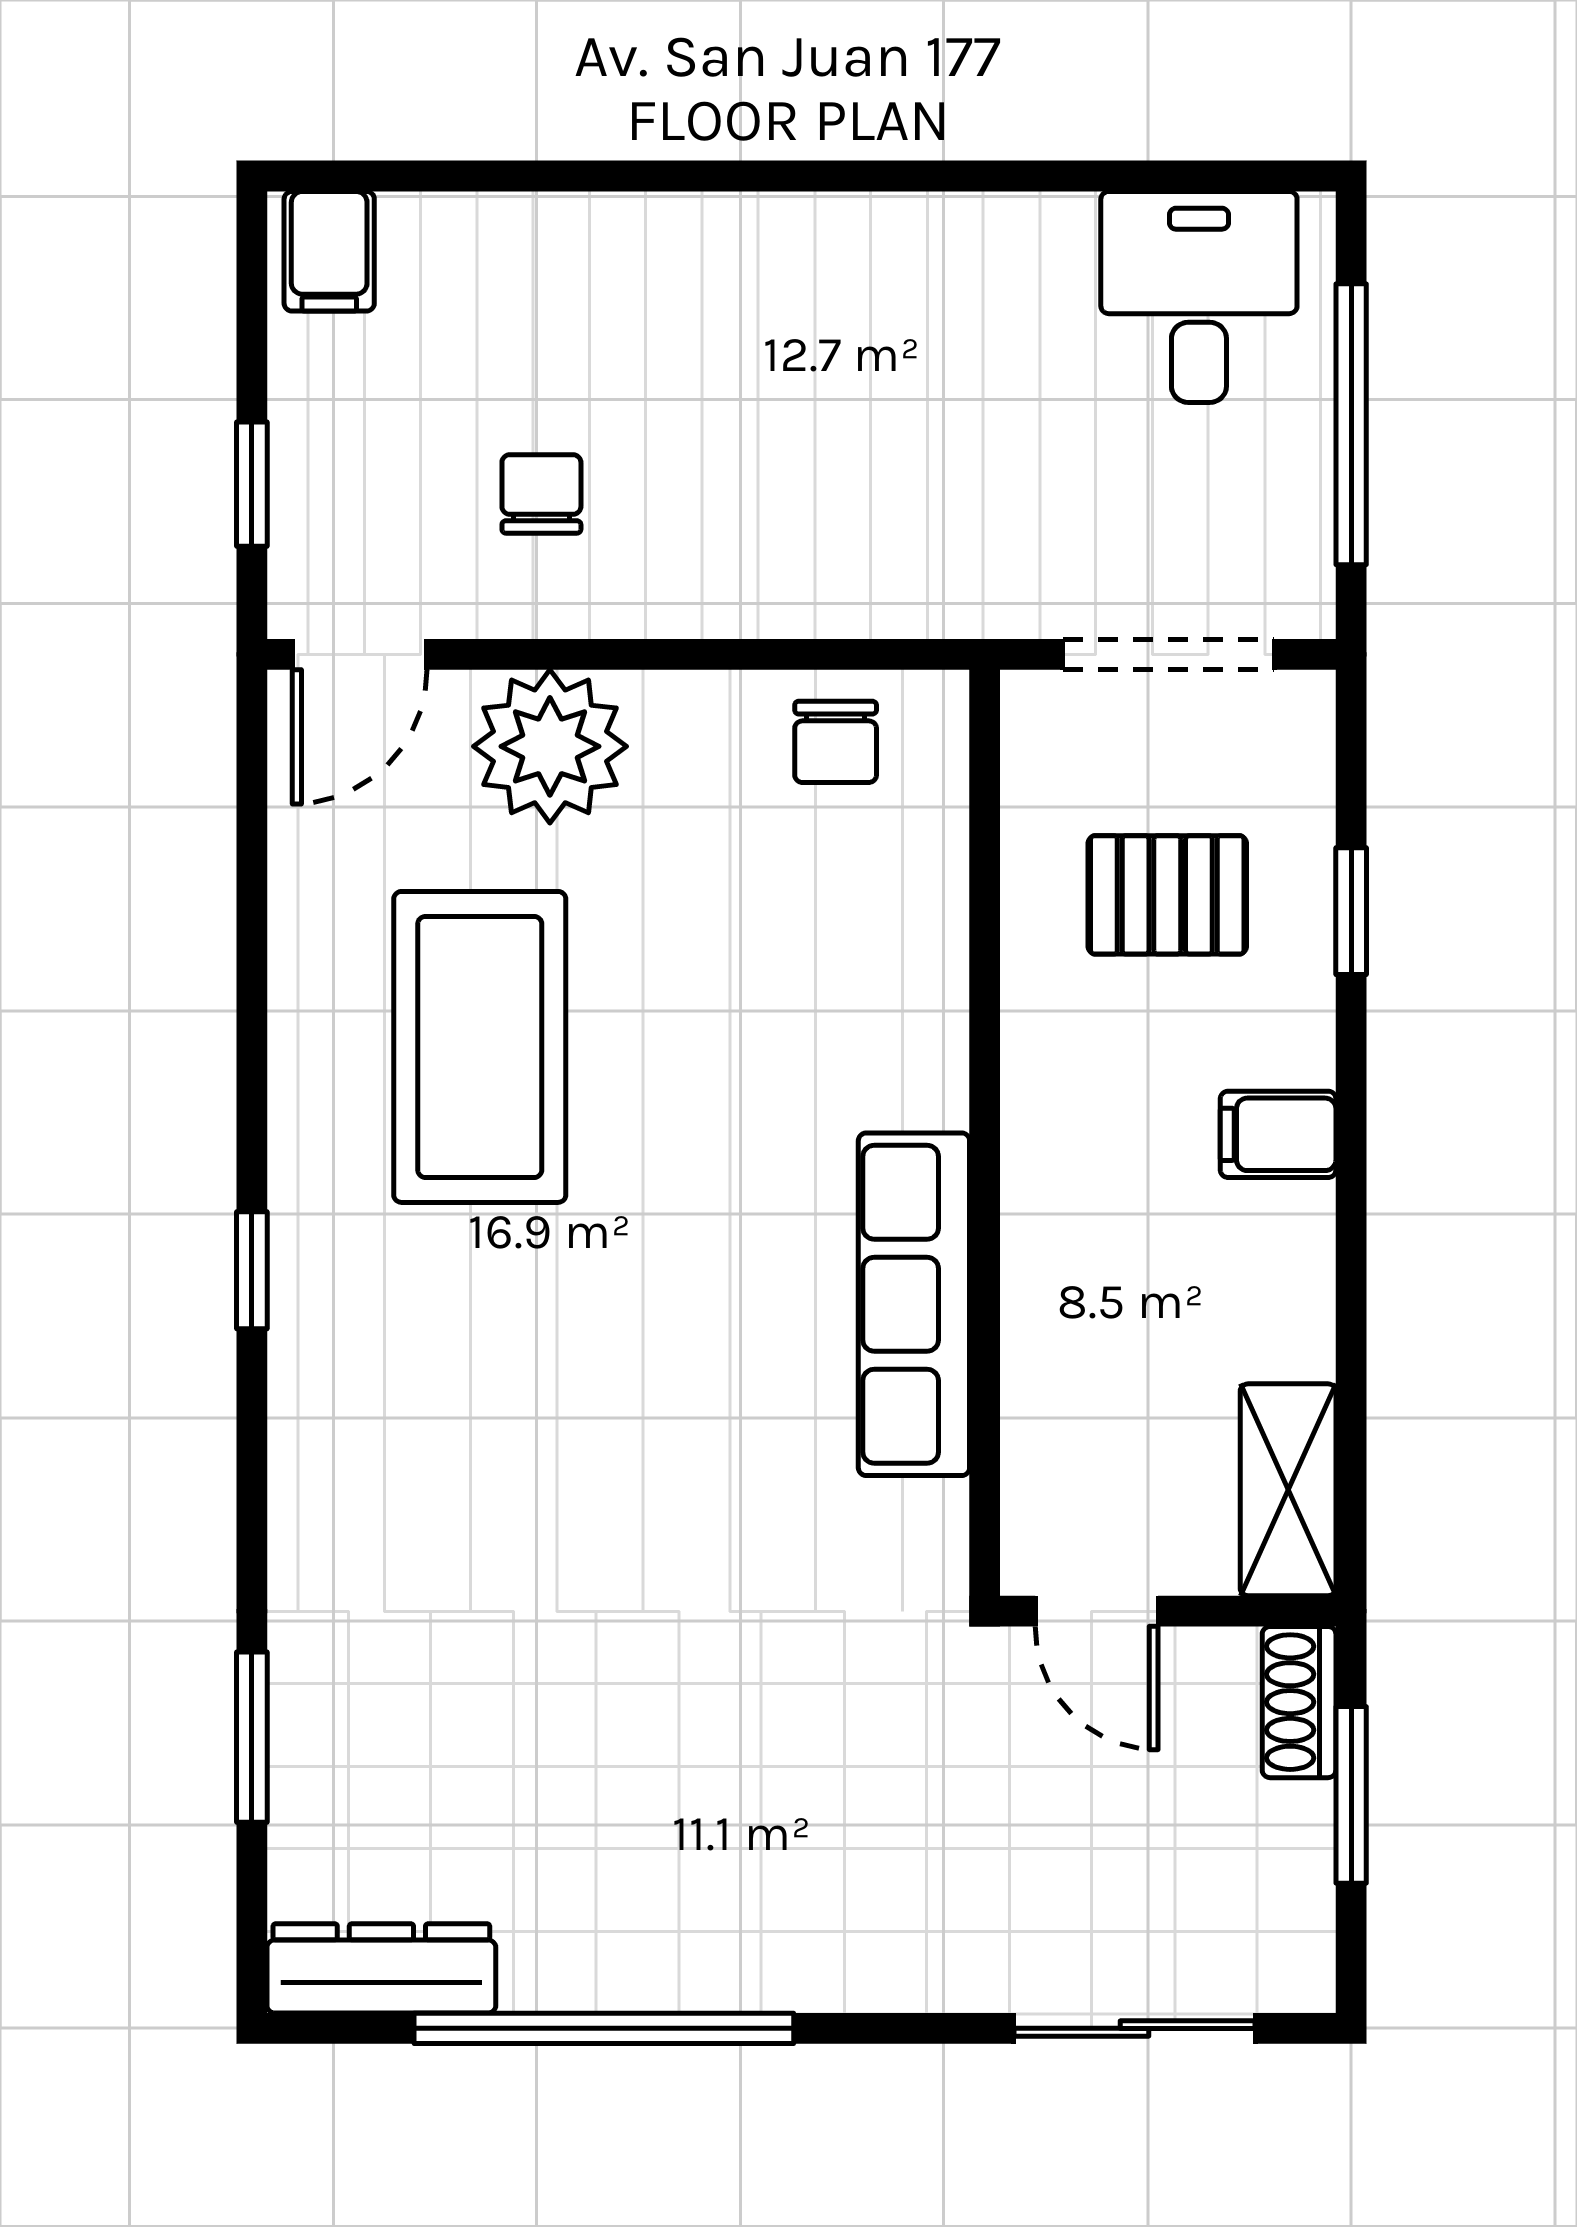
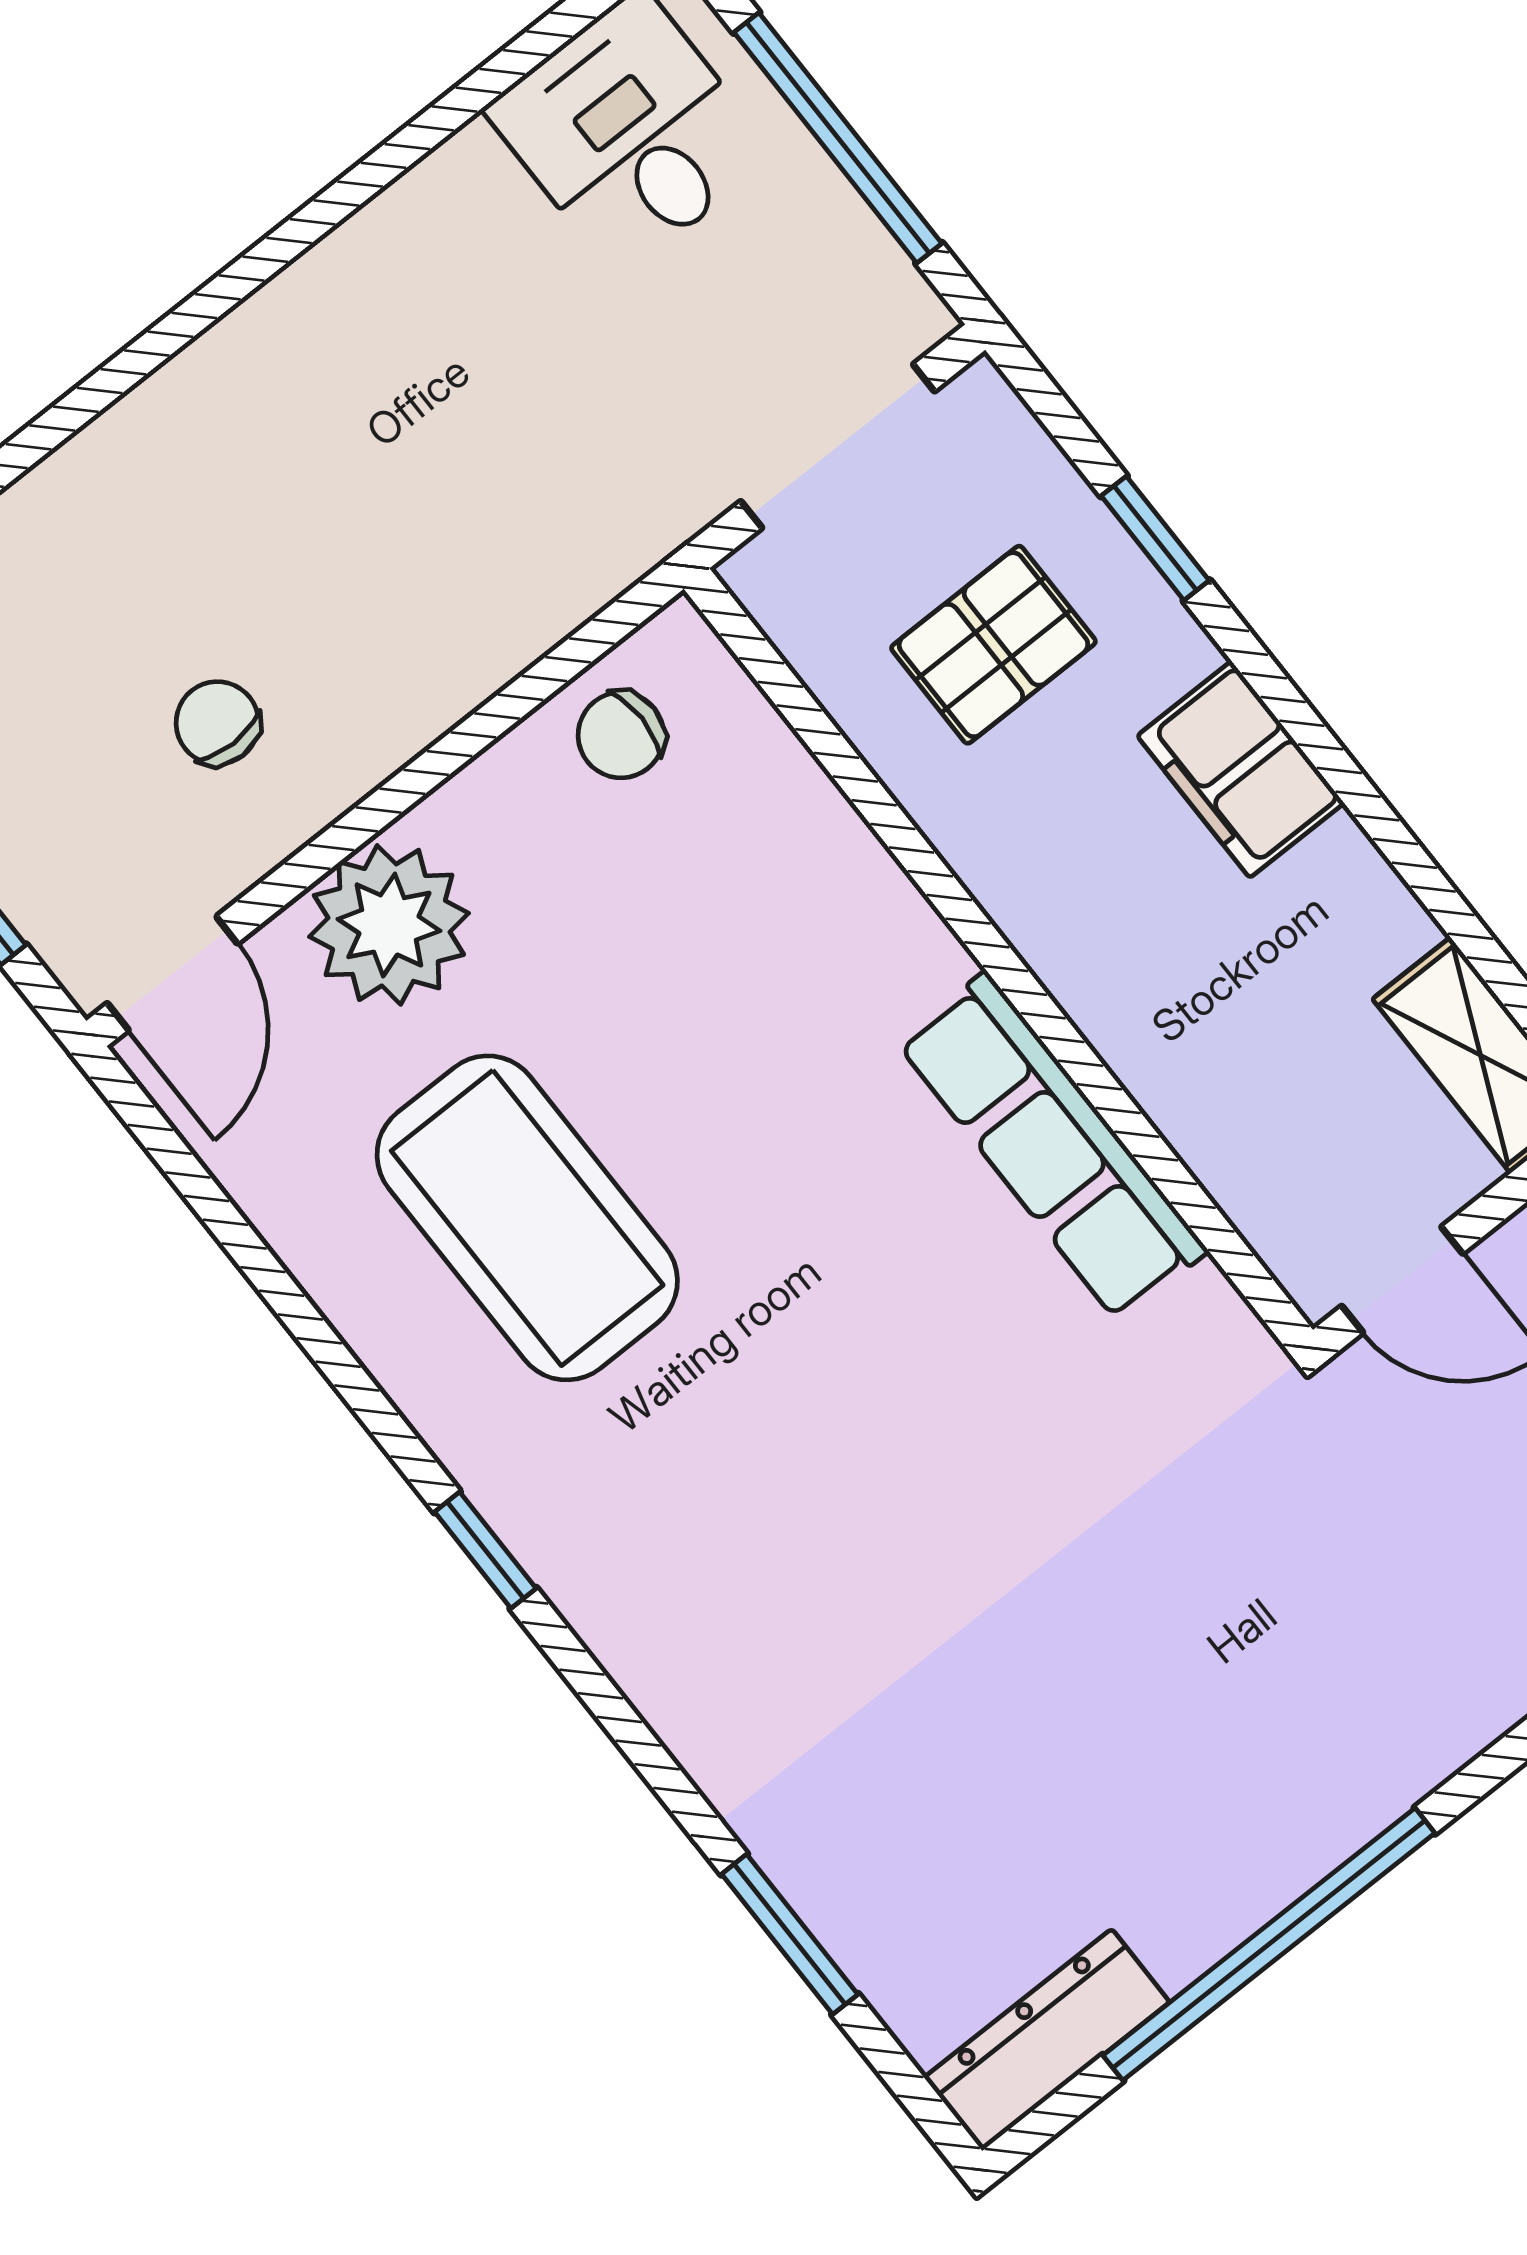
chair: (836, 742) -> (621, 735), turned 90
filing cabinet: (1278, 1134) -> (1241, 769), width x2.00

